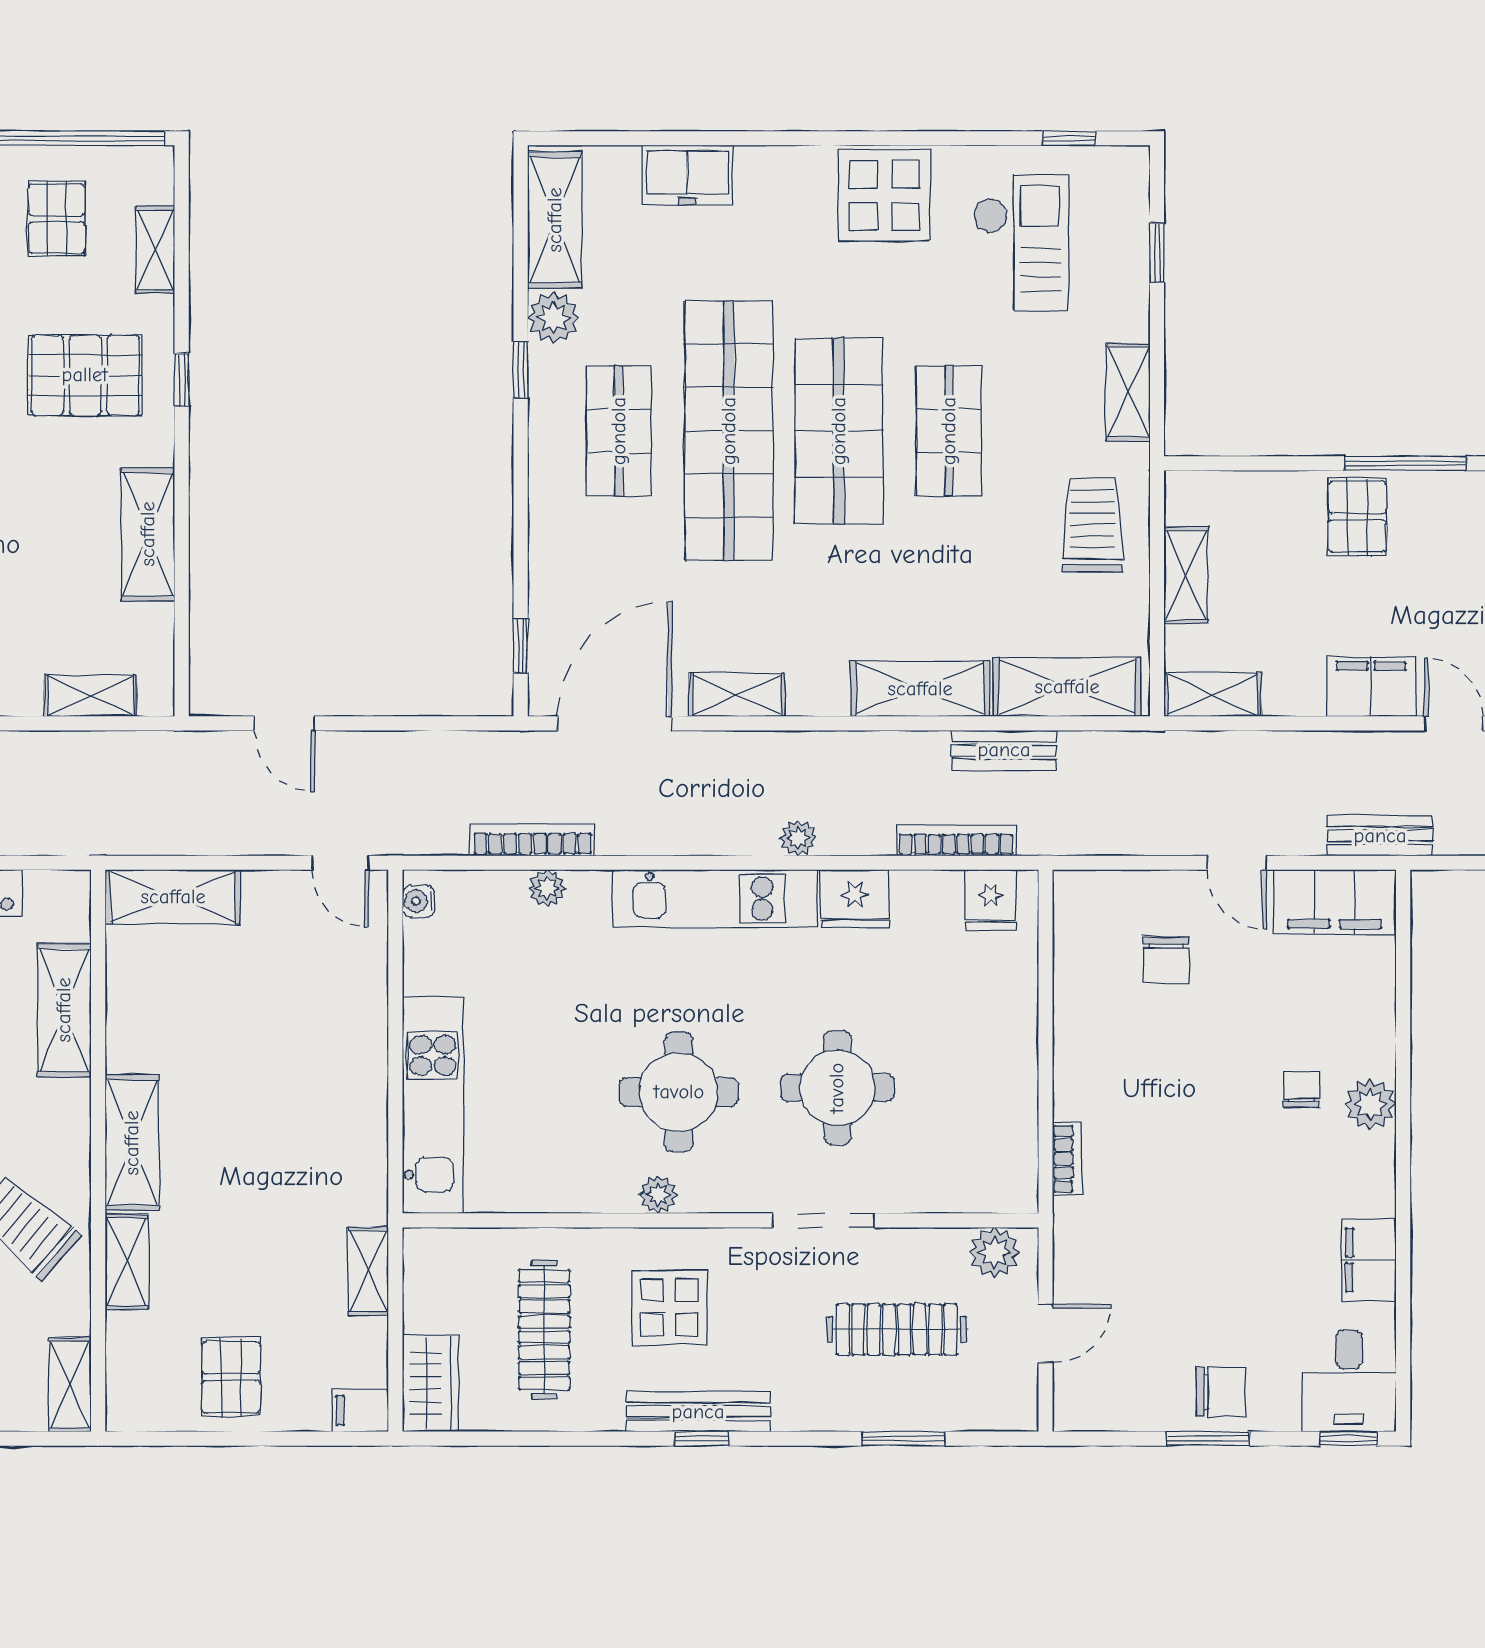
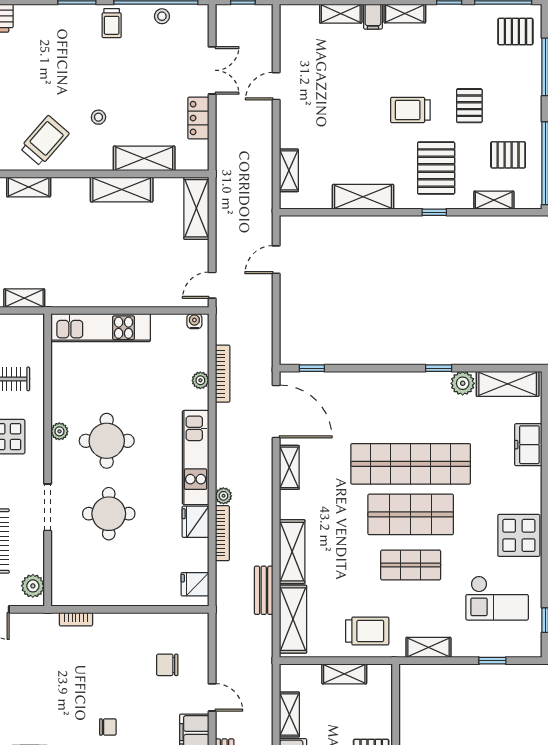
shop shelf: (619, 431) -> (411, 413), removed
shelving: (1213, 695) -> (289, 714), moved
bookcase: (956, 840) -> (222, 533), moved
door: (1237, 863) -> (212, 697), swing flipped
shelving: (132, 1143) -> (122, 190), moved

